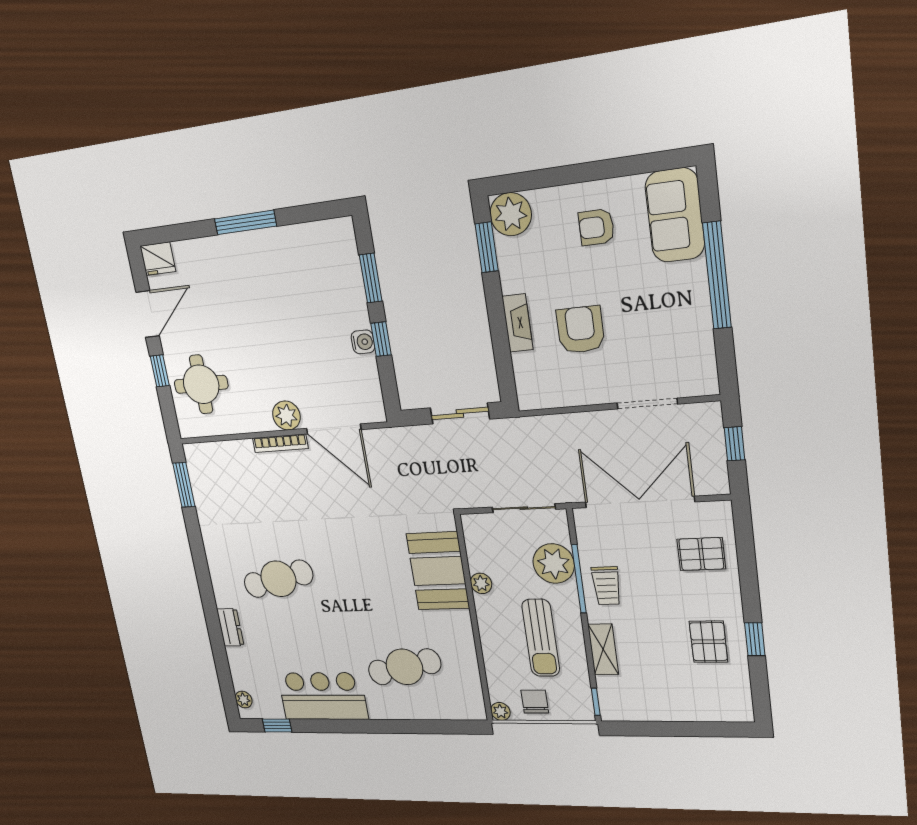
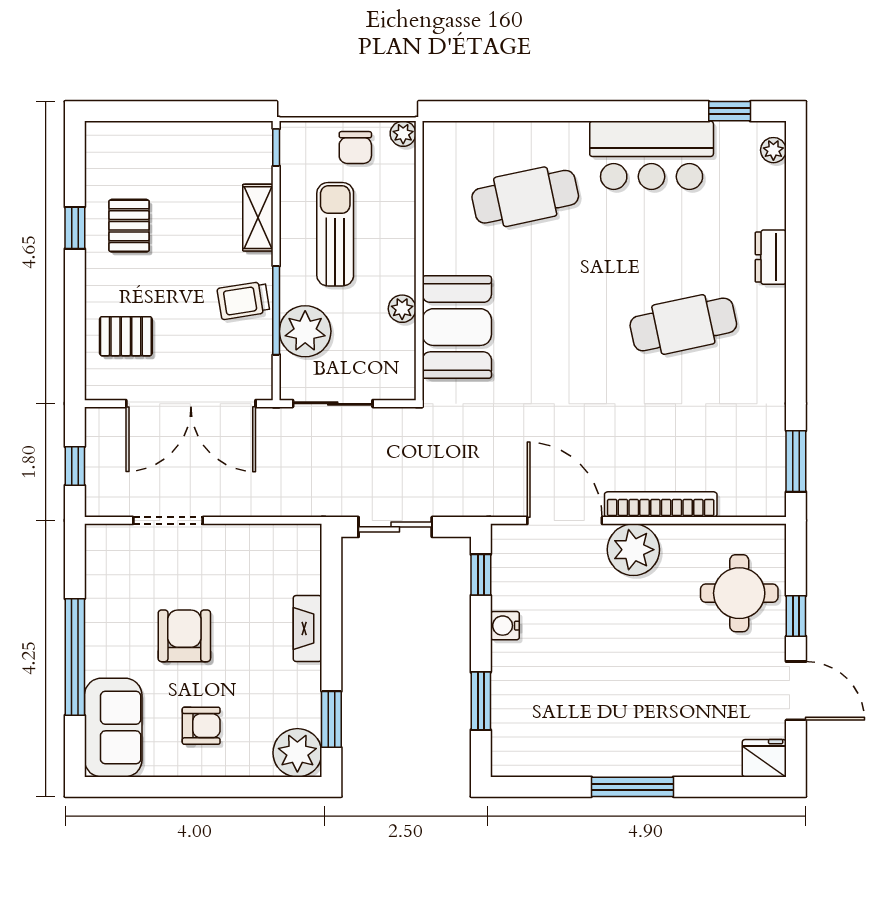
door: (148, 314) -> (796, 691), swing flipped
armchair: (580, 330) -> (184, 636), moved, turned 180
window: (381, 339) -> (481, 575), moved
plant: (286, 416) -> (633, 550), width x1.36, depth x1.36
bookcase: (280, 443) -> (661, 504), width x1.48, depth x1.31
trolley: (606, 586) -> (243, 300), turned -99

